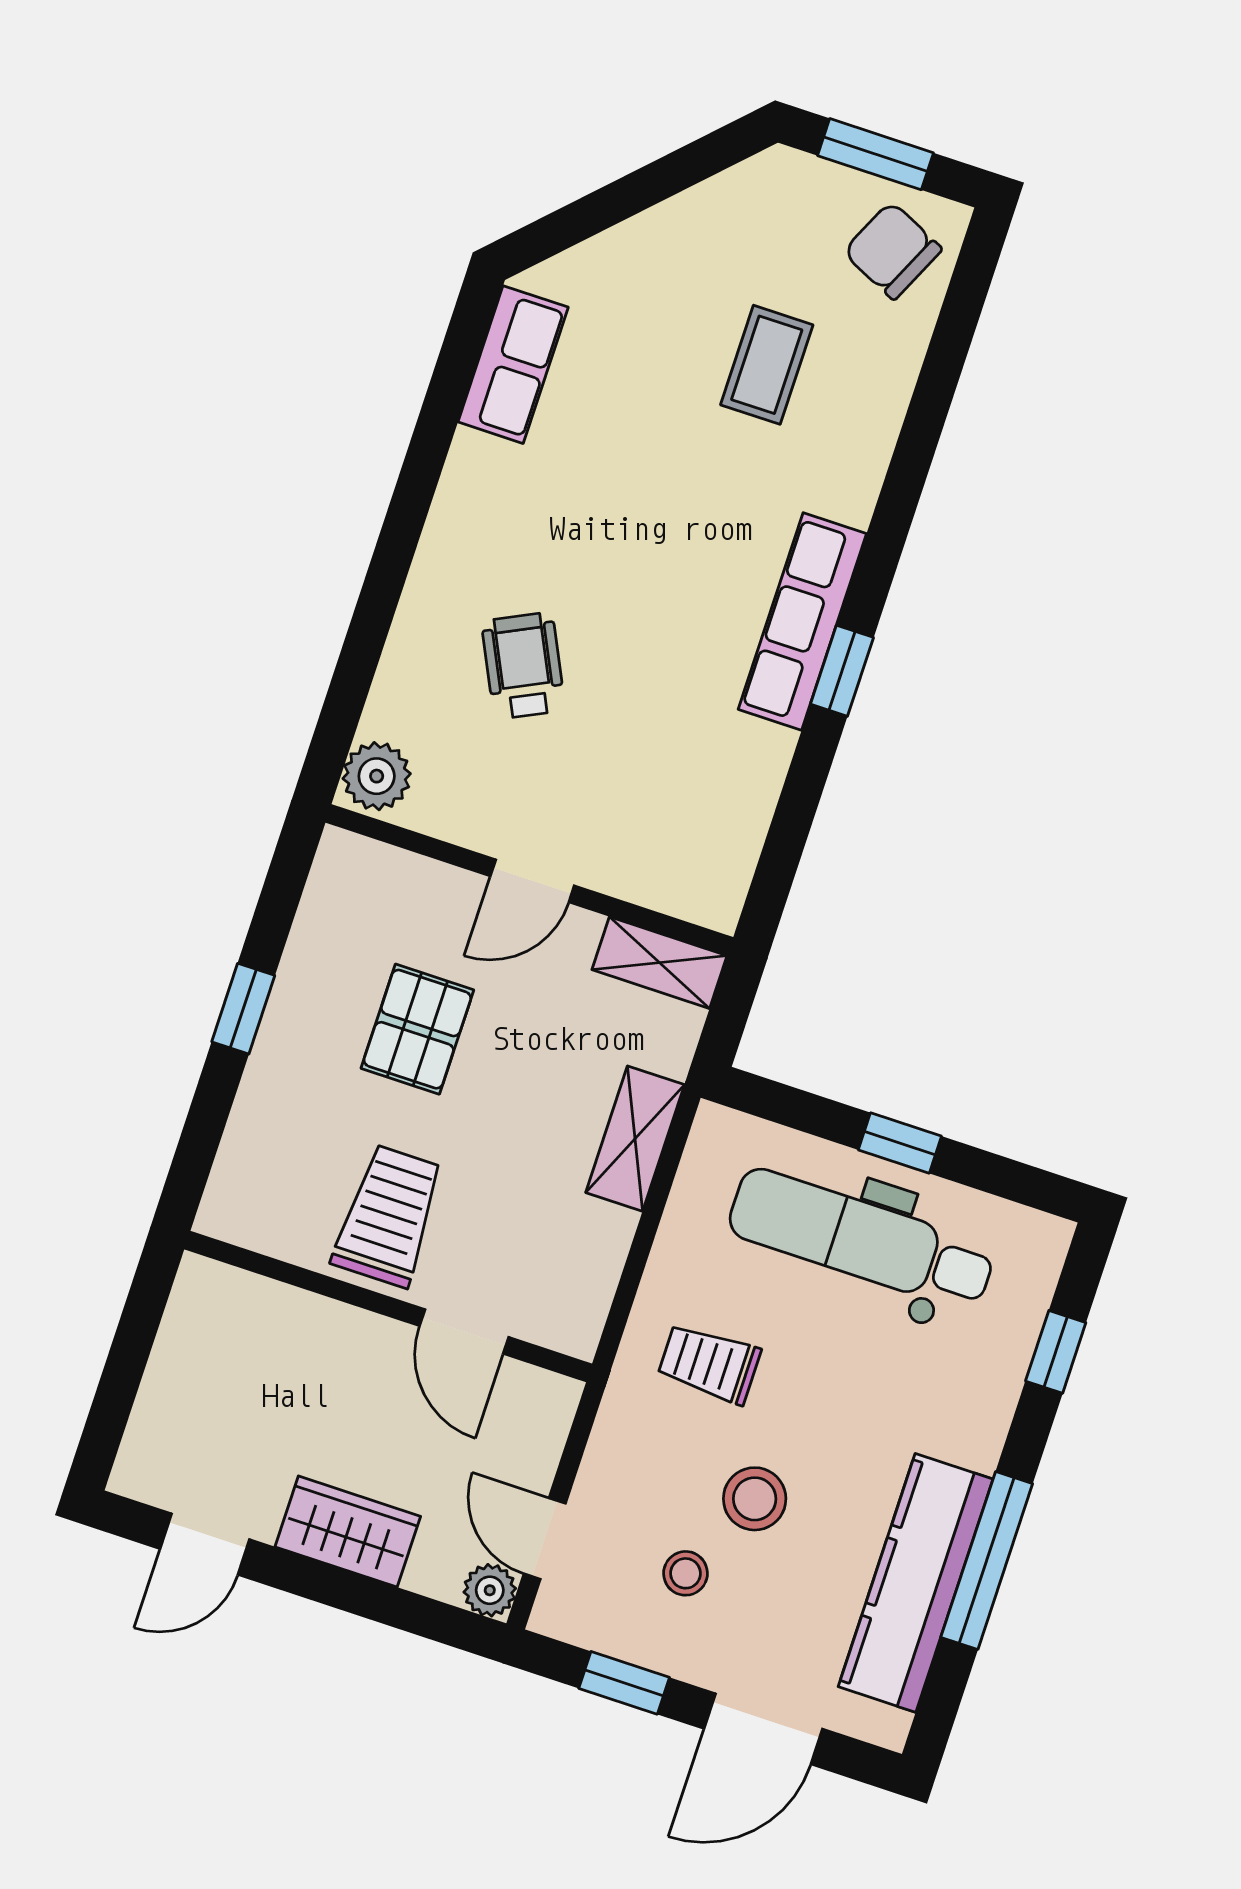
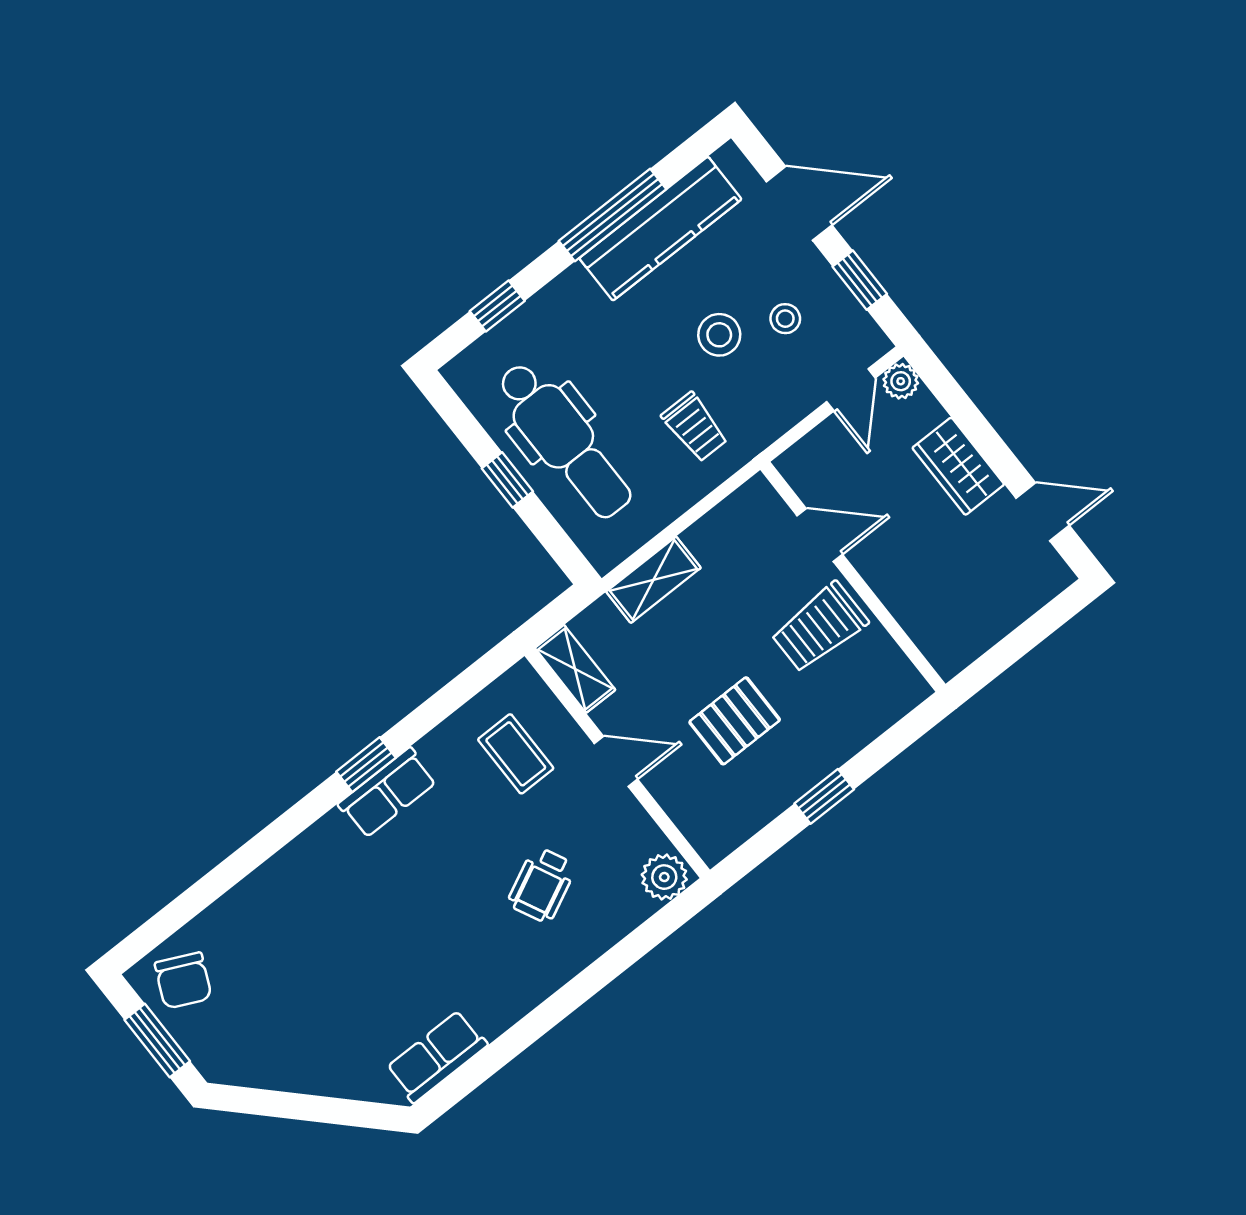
coffee table: (767, 365) -> (516, 754), moved, turned 90
row of seats: (802, 621) -> (387, 793), width x0.68
door: (464, 1332) -> (820, 535), hinge flipped

